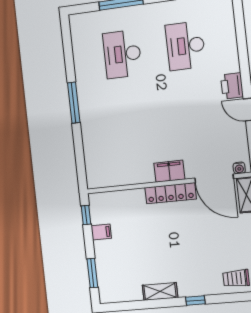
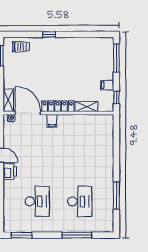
window: (74, 103) -> (116, 196), moved
filing cabinet: (169, 171) -> (52, 121), width x0.50
window: (92, 273) -> (116, 58), width x1.44
shelving: (160, 291) -> (87, 107), moved

